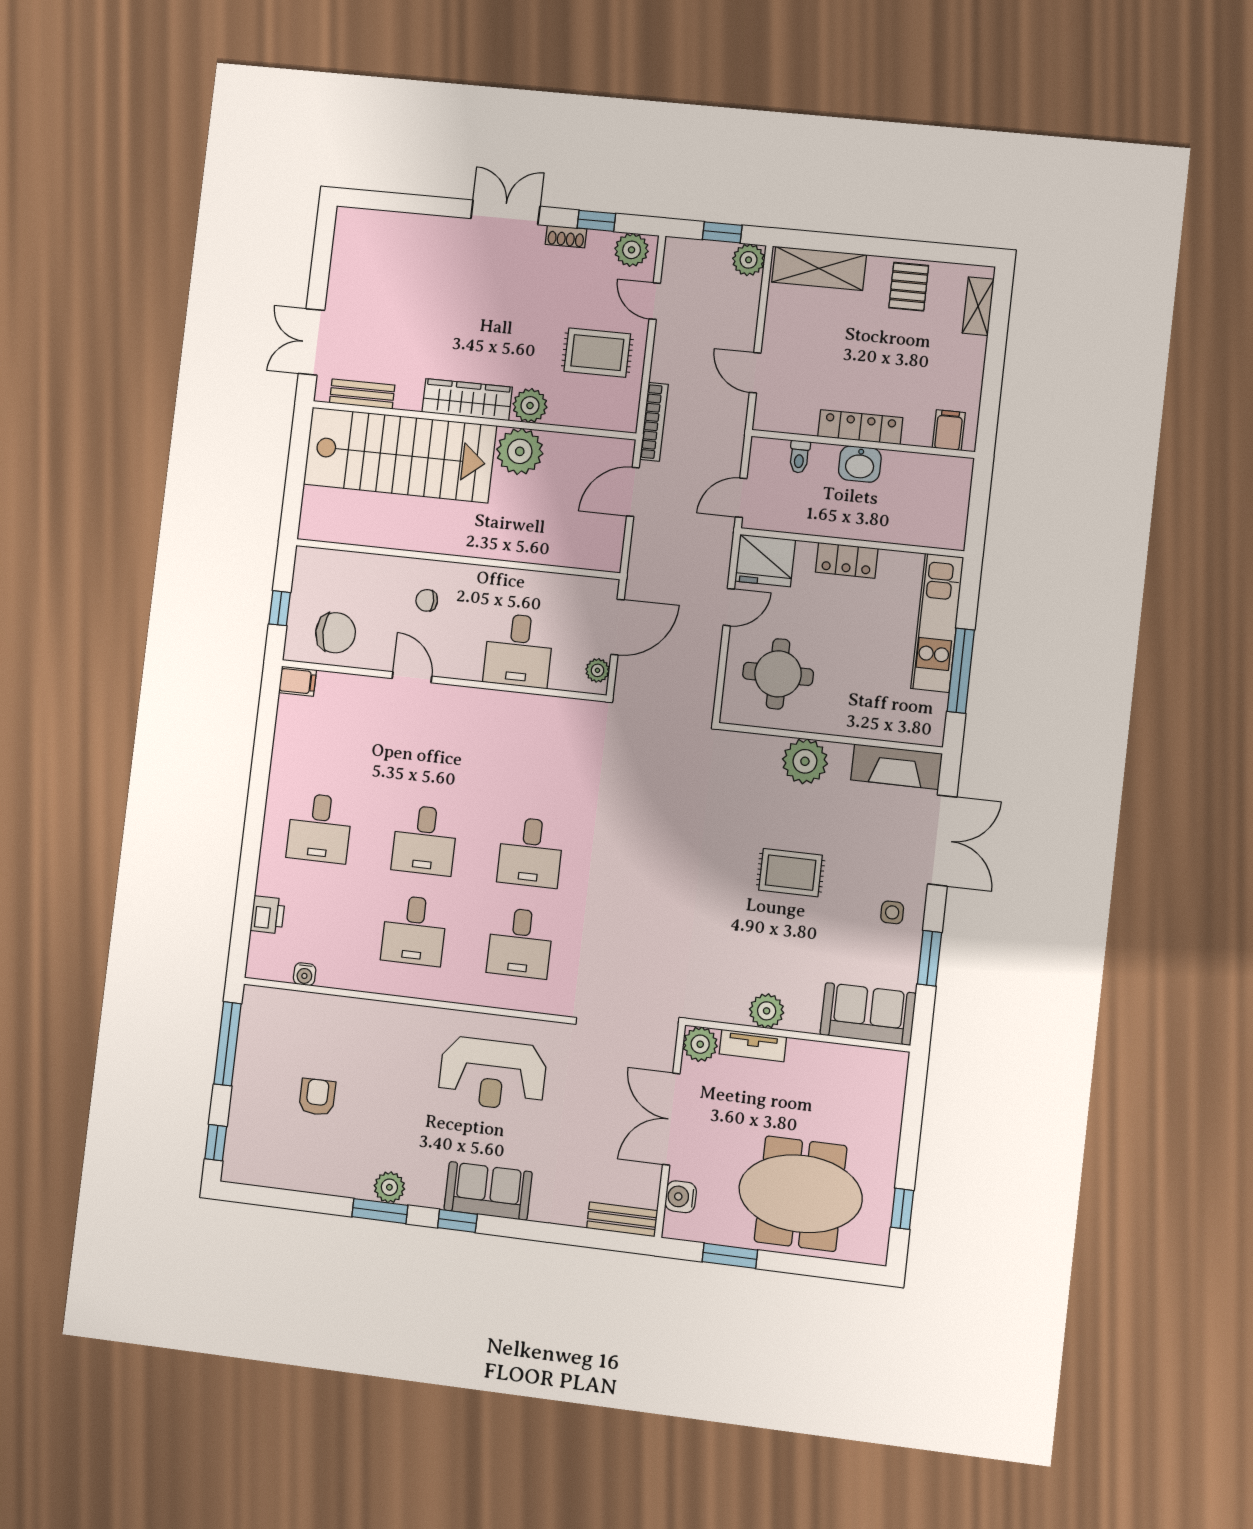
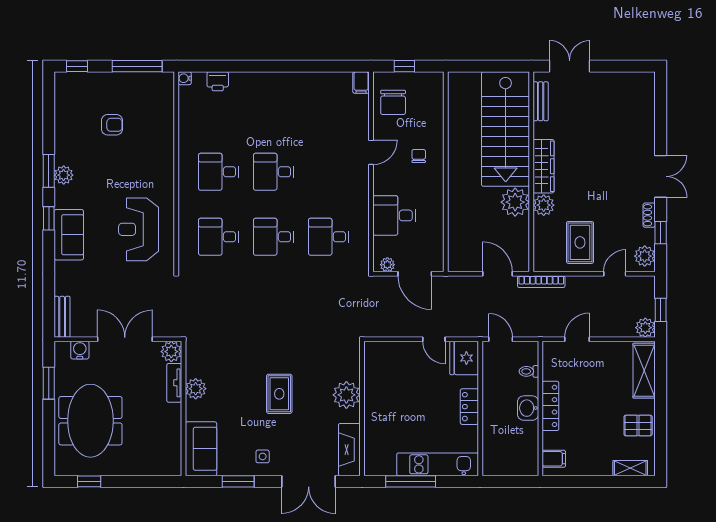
round table: (778, 674) -> (397, 373), removed
desk: (320, 828) -> (329, 237), moved
water cooler: (305, 974) -> (185, 78), moved

